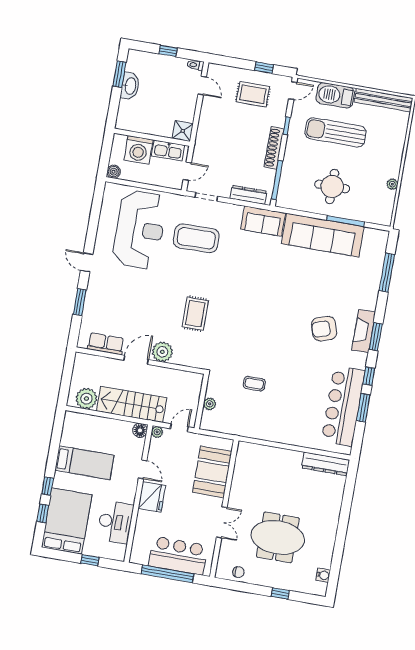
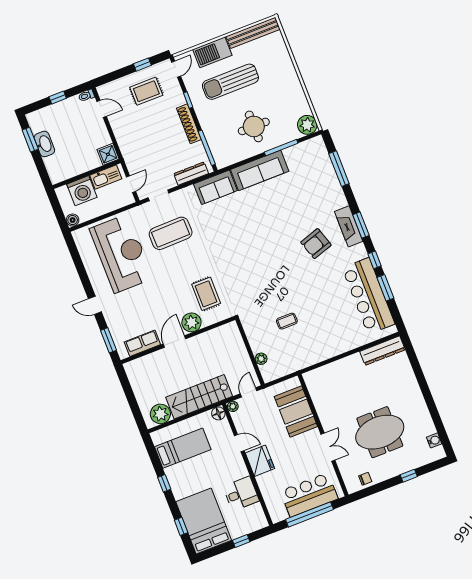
plant: (392, 184) -> (307, 125), moved, width x1.87, depth x1.87
sofa: (323, 235) -> (260, 170), width x0.74, depth x0.79
row of seats: (106, 344) -> (142, 343), moved
plant: (162, 352) -> (191, 322), moved
door: (136, 360) -> (174, 341), moved
wall: (140, 361) -> (178, 340), moved
bed: (84, 463) -> (183, 448), moved
window: (48, 486) -> (164, 483), moved
desk: (115, 522) -> (241, 494), width x0.73

